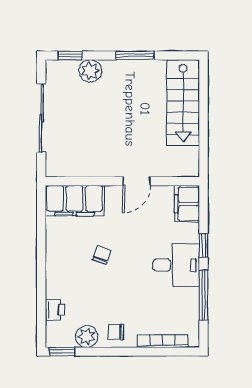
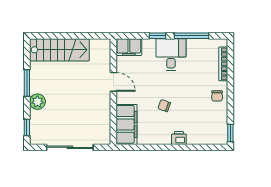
plant: (90, 71) -> (37, 102), moved
printer: (55, 310) -> (179, 138), moved
plant: (87, 336) -> (220, 116), removed

